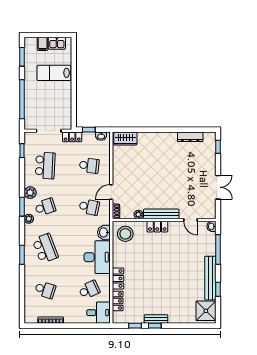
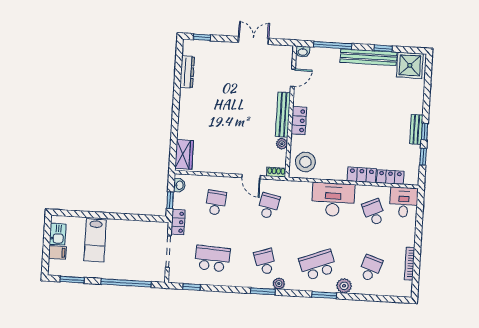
plant: (30, 193) -> (344, 286), moved
washbasin: (104, 232) -> (302, 189), removed

